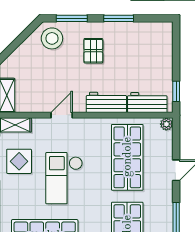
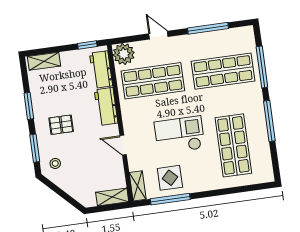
stool: (52, 38) -> (55, 163), width x0.53, depth x0.53
shelving: (165, 42) -> (44, 61), added
plant: (166, 124) -> (124, 54), width x1.88, depth x1.88
checkout: (64, 178) -> (180, 135), turned 180

